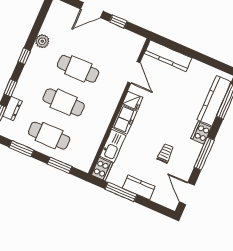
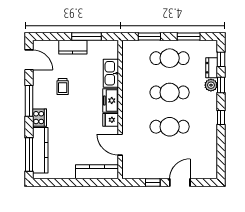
plant: (42, 41) -> (211, 85), moved
cooker: (102, 169) -> (111, 49), removed

